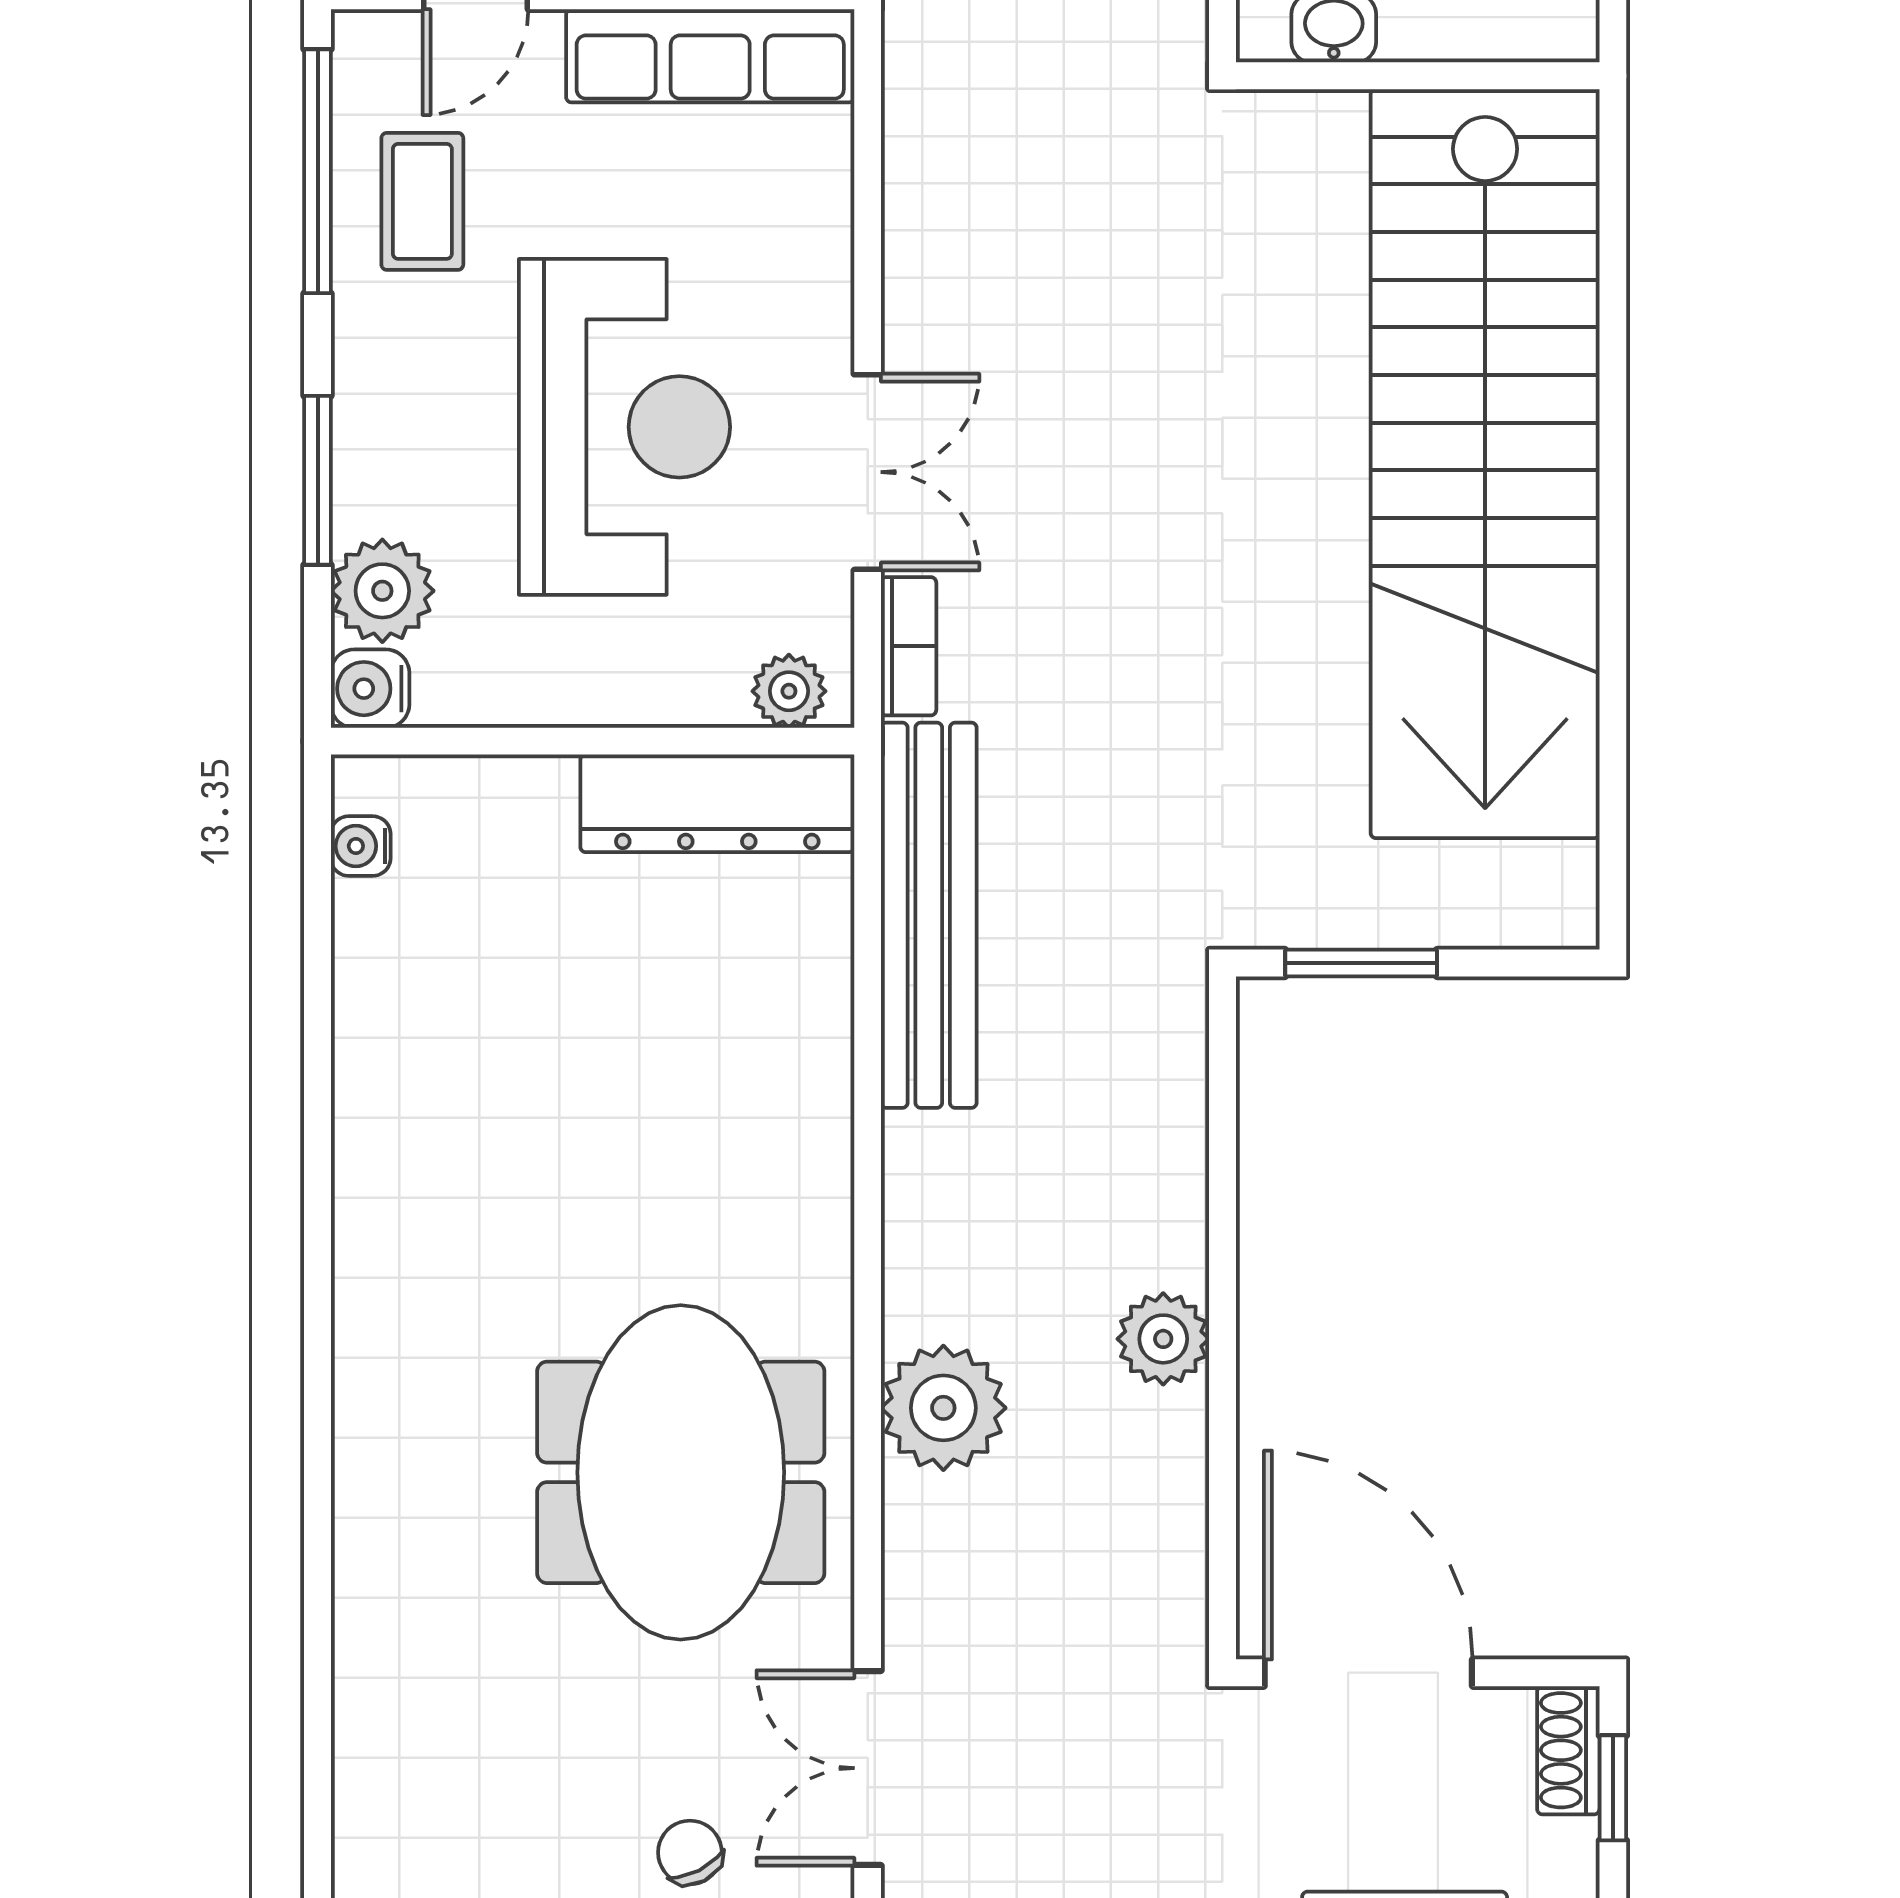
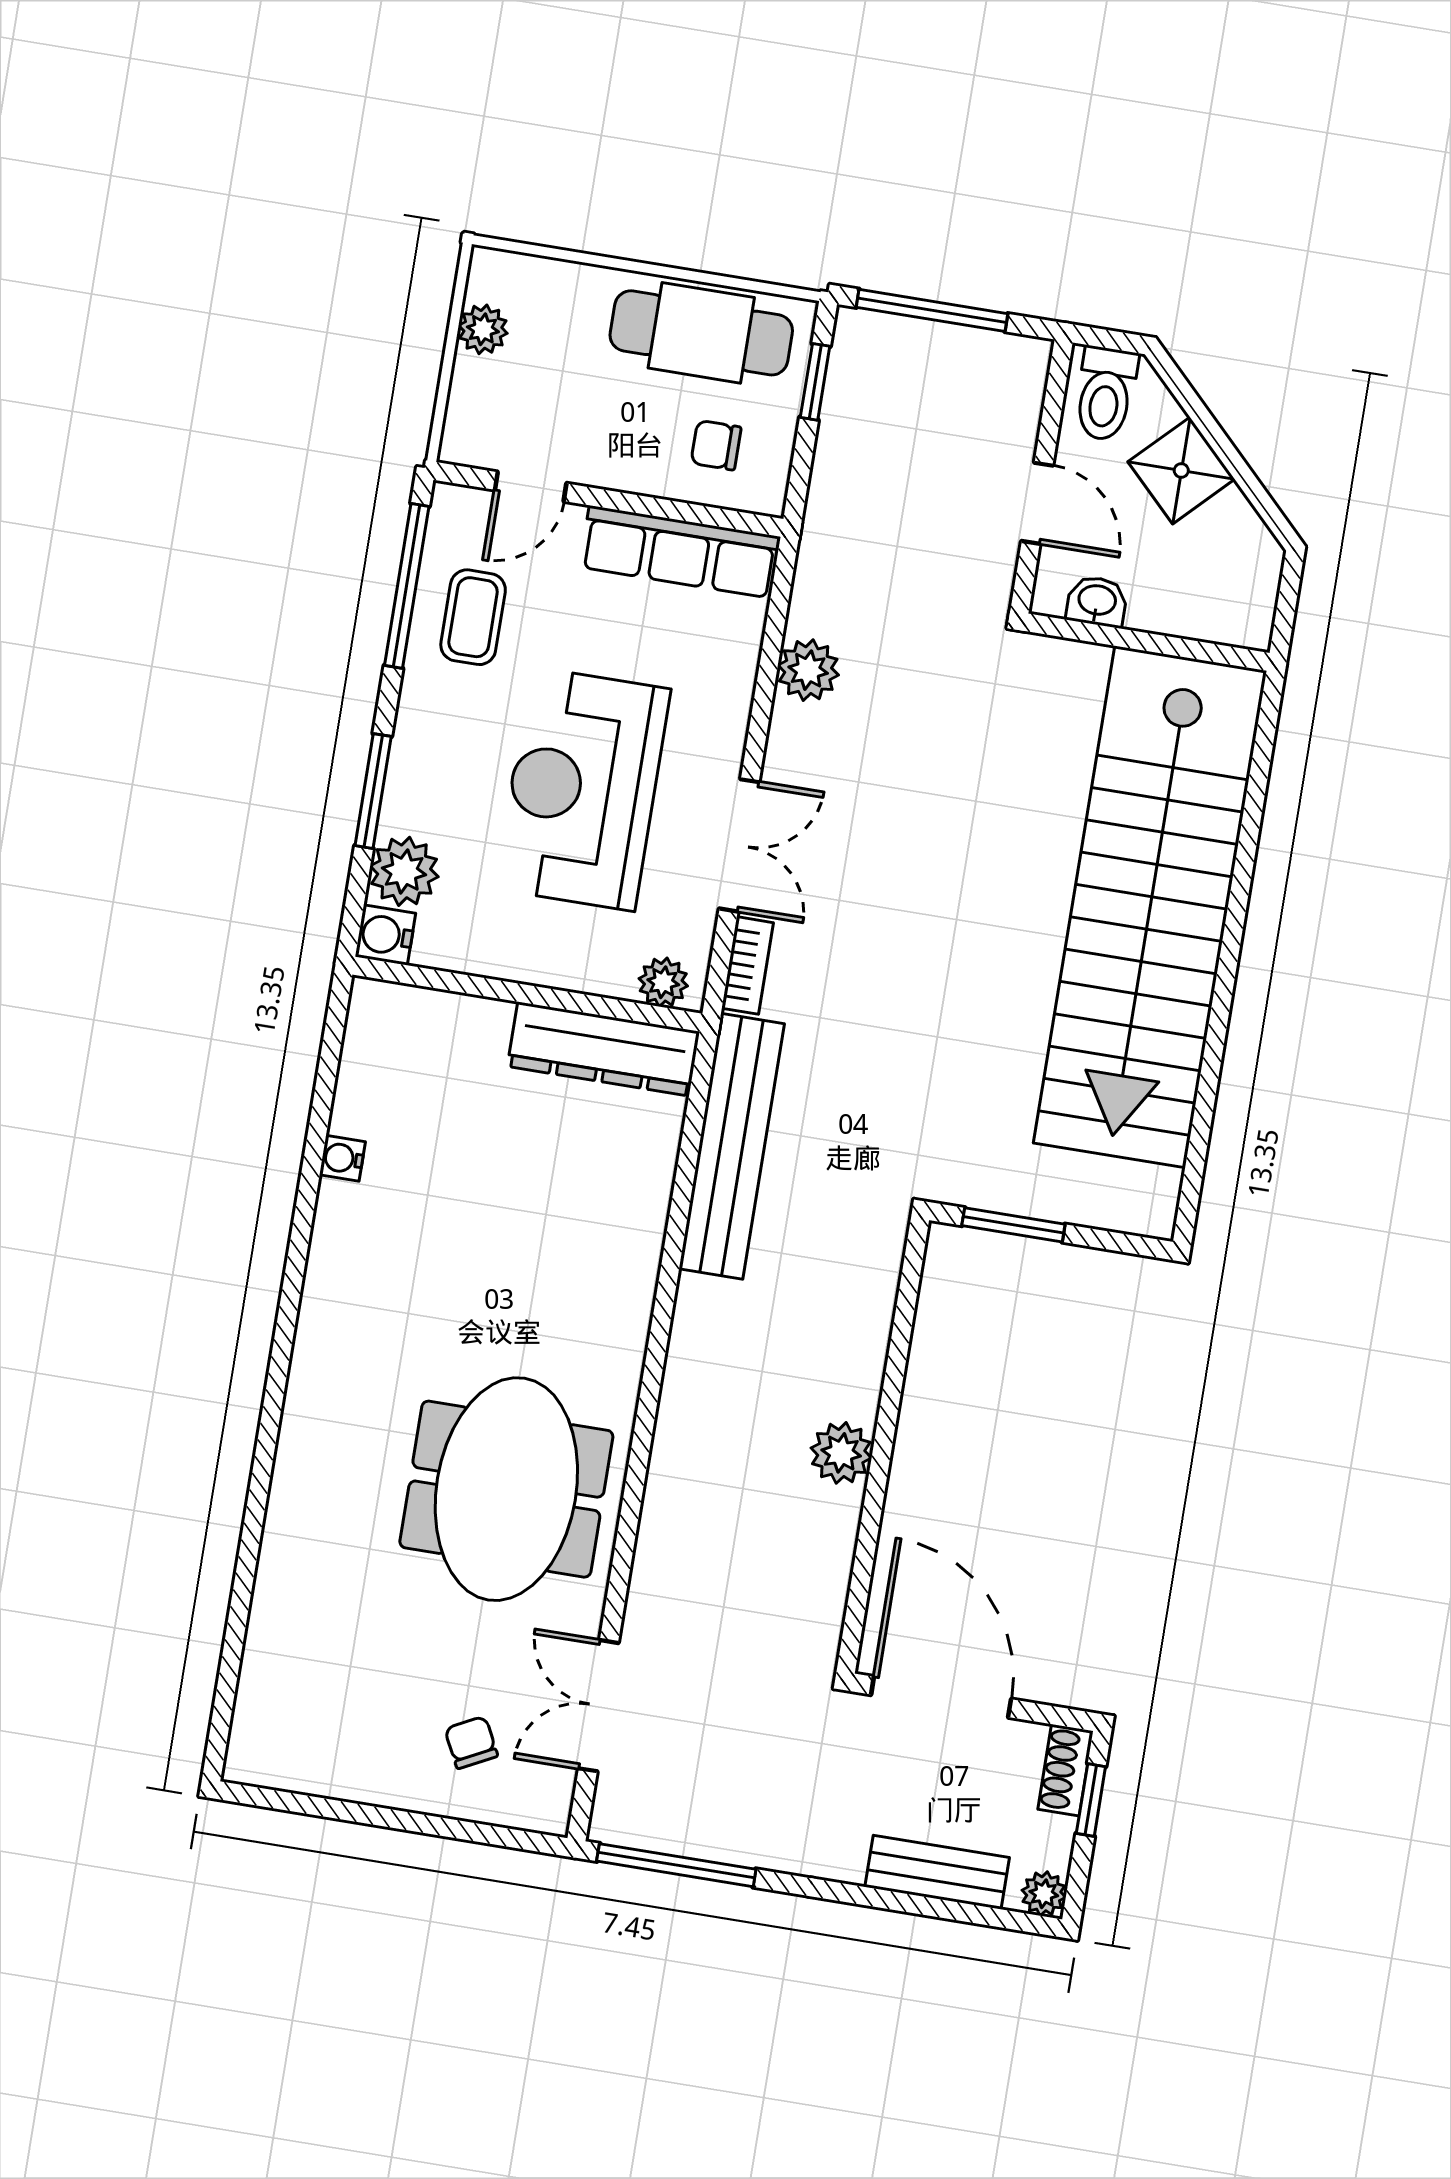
reception desk: (624, 427) -> (583, 789), turned 180
water cooler: (361, 846) -> (342, 1158), moved
plant: (943, 1408) -> (808, 670), moved, width x0.73, depth x0.73

